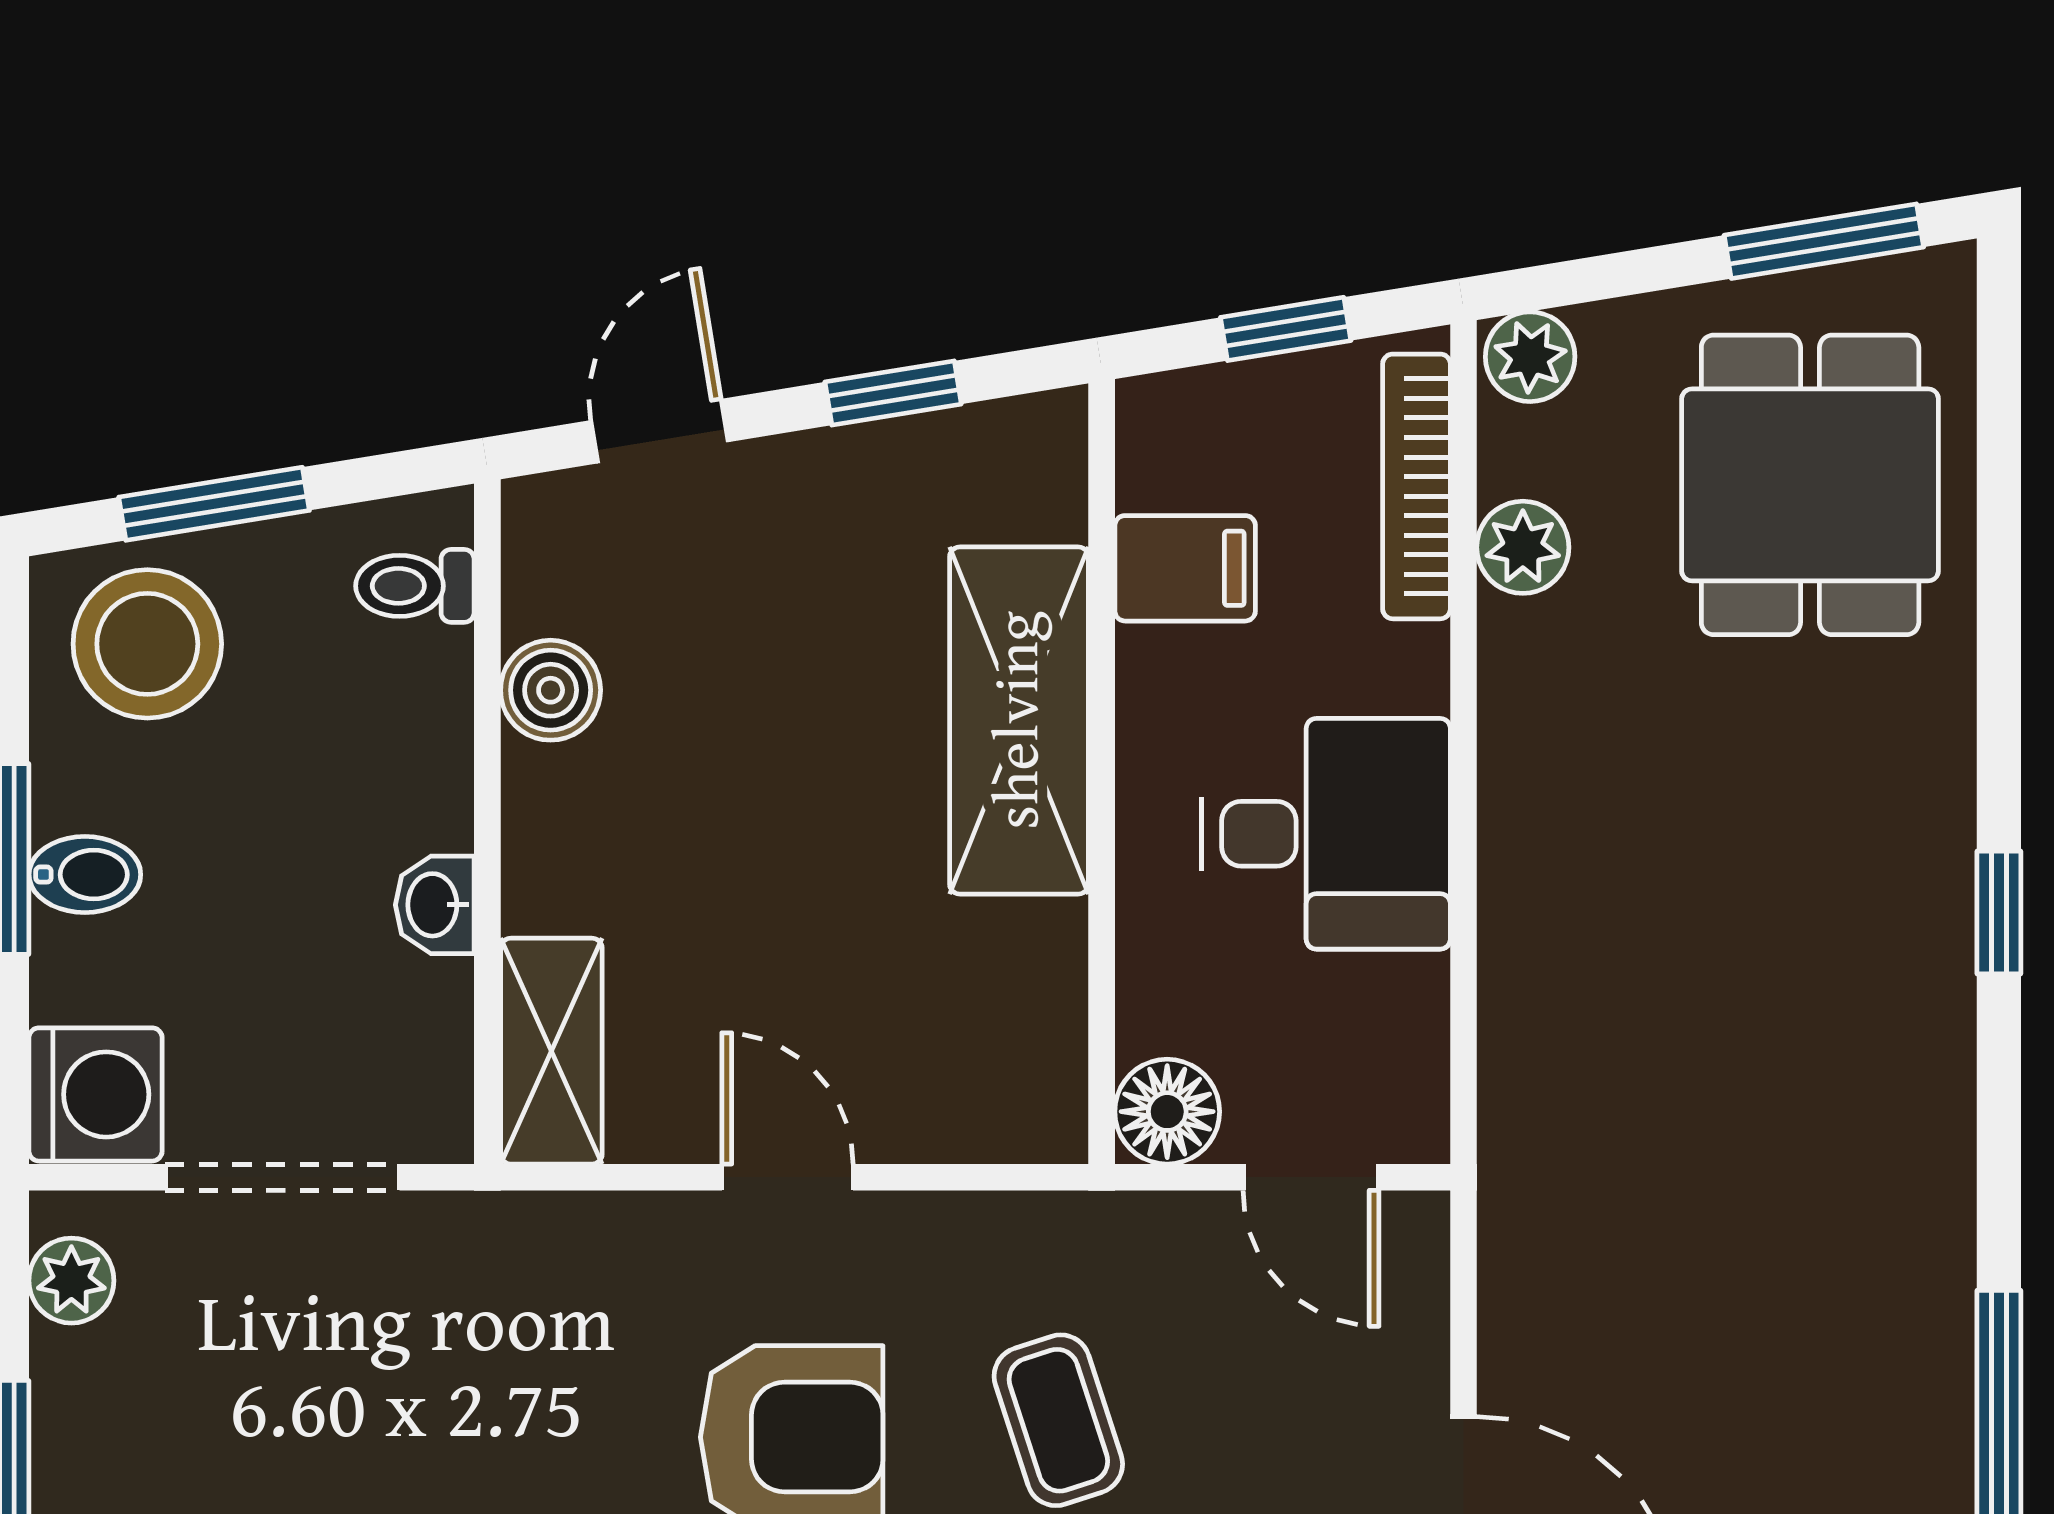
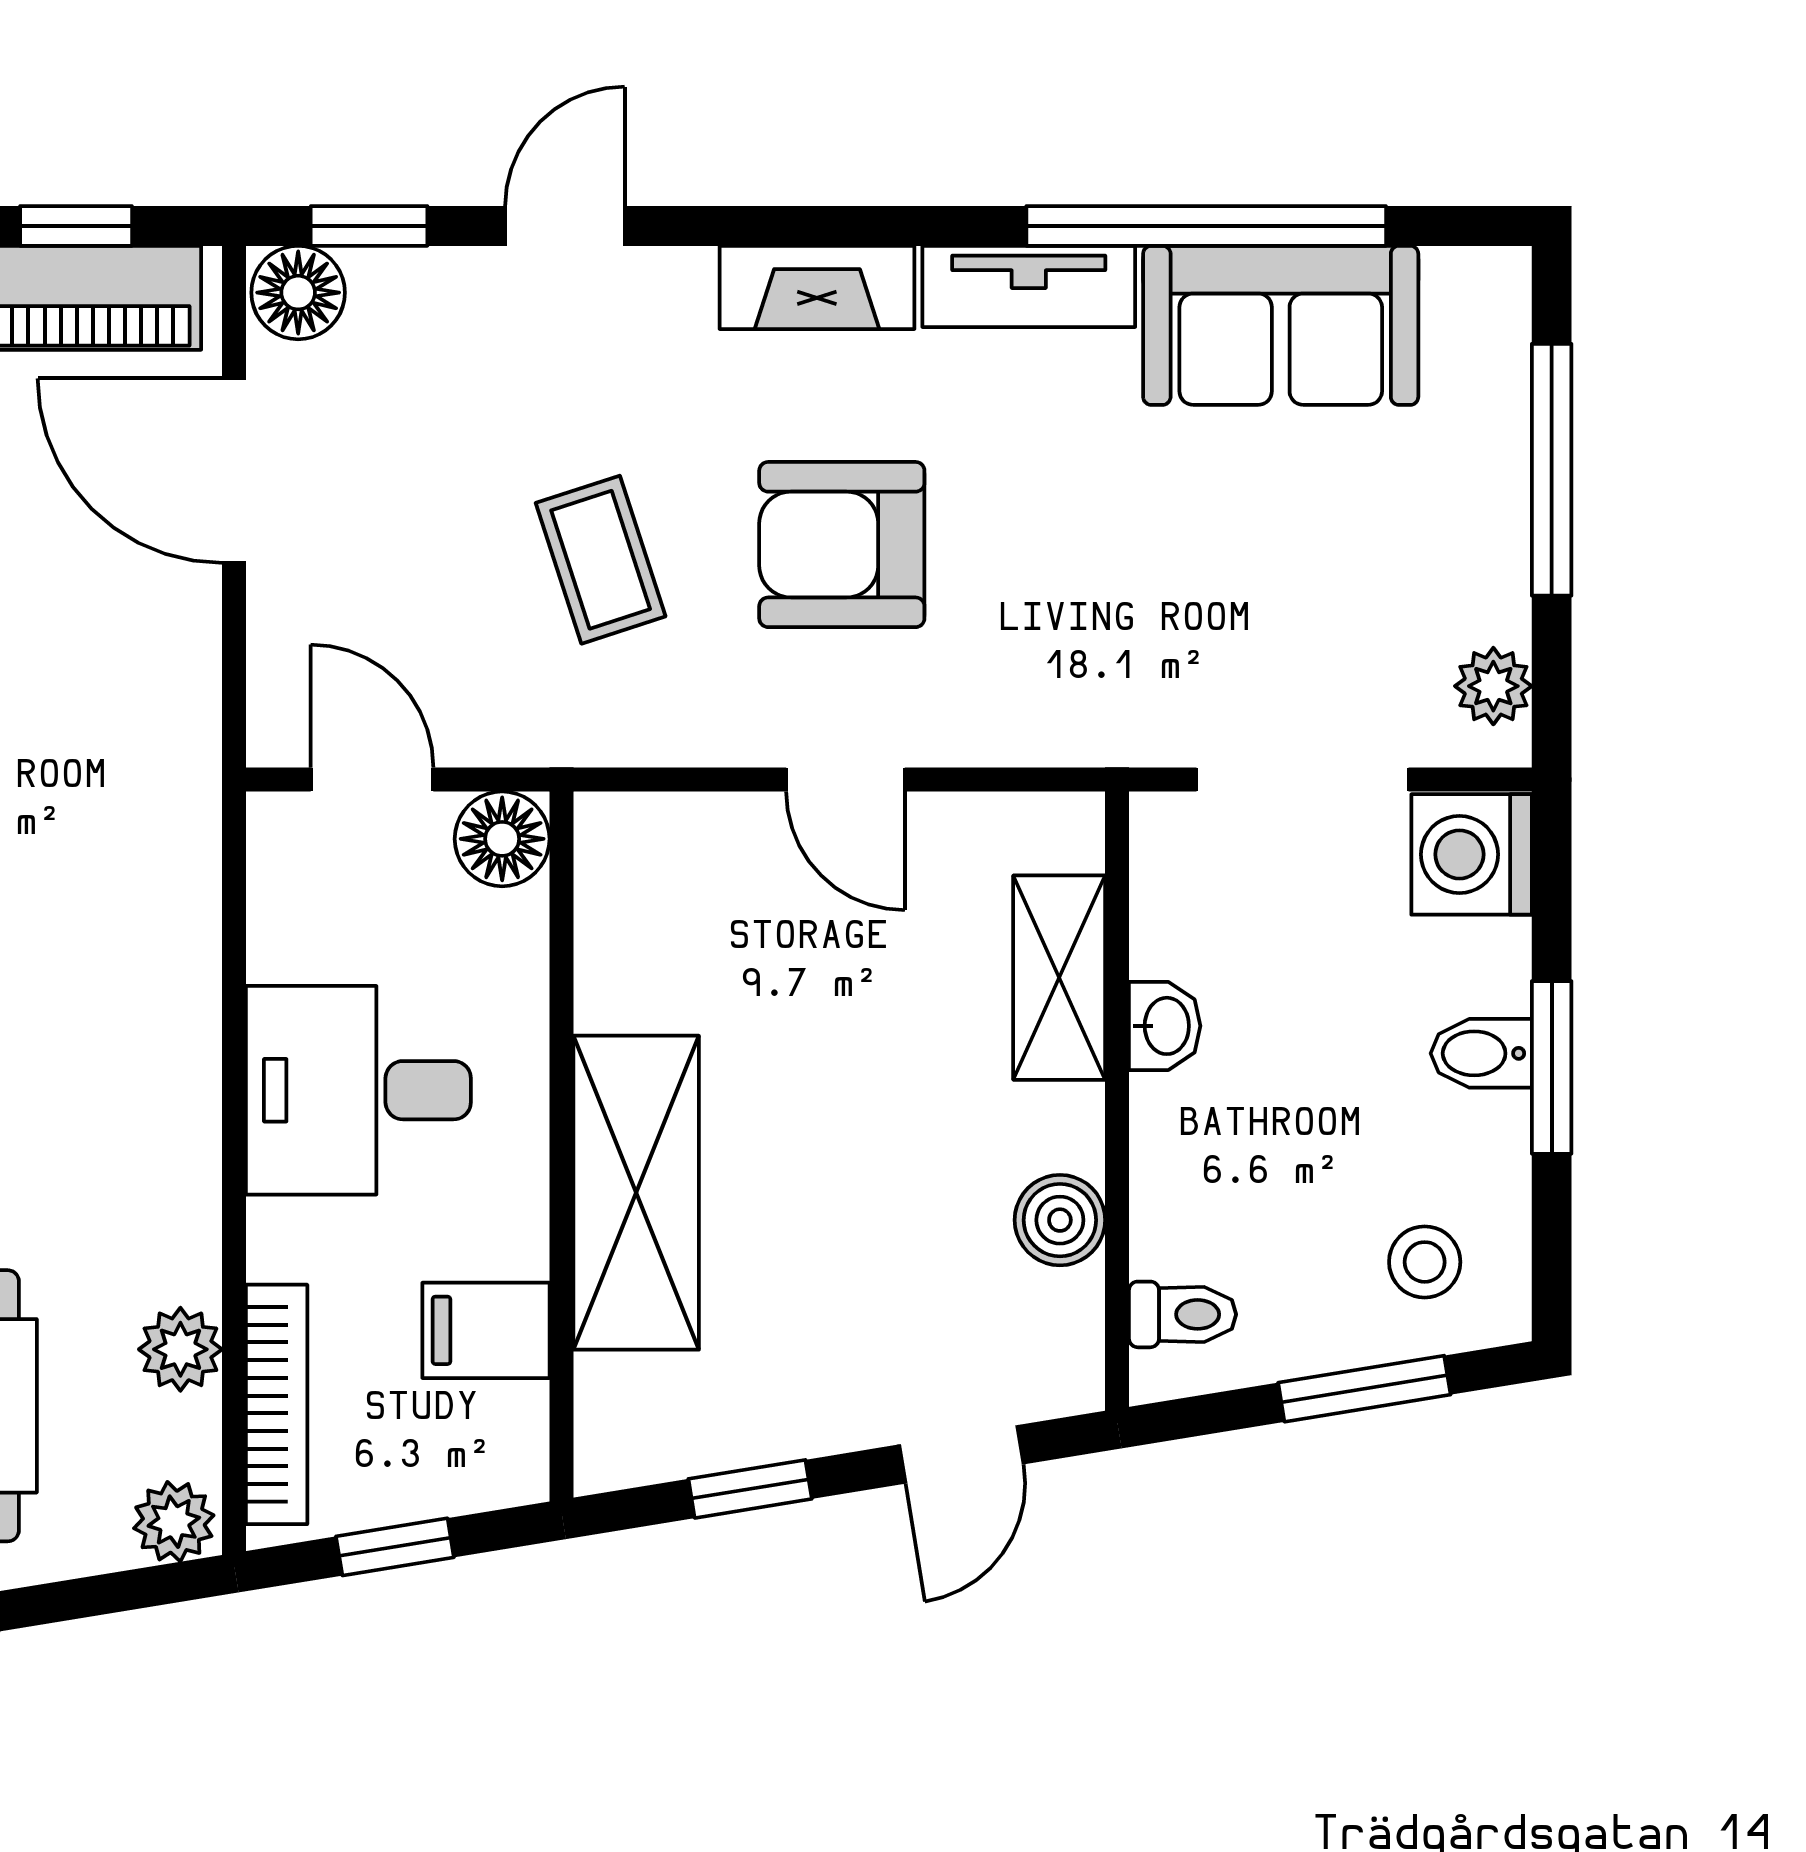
stool: (147, 644) -> (1425, 1262), width x0.53, depth x0.53
shelving: (551, 1051) -> (1059, 978), moved

